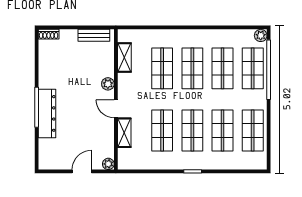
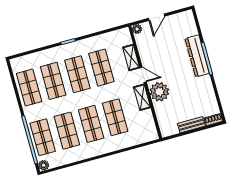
bench: (94, 35) -> (191, 125), moved
shelving: (124, 58) -> (142, 97), moved
plant: (108, 84) -> (159, 92), width x1.88, depth x1.88

